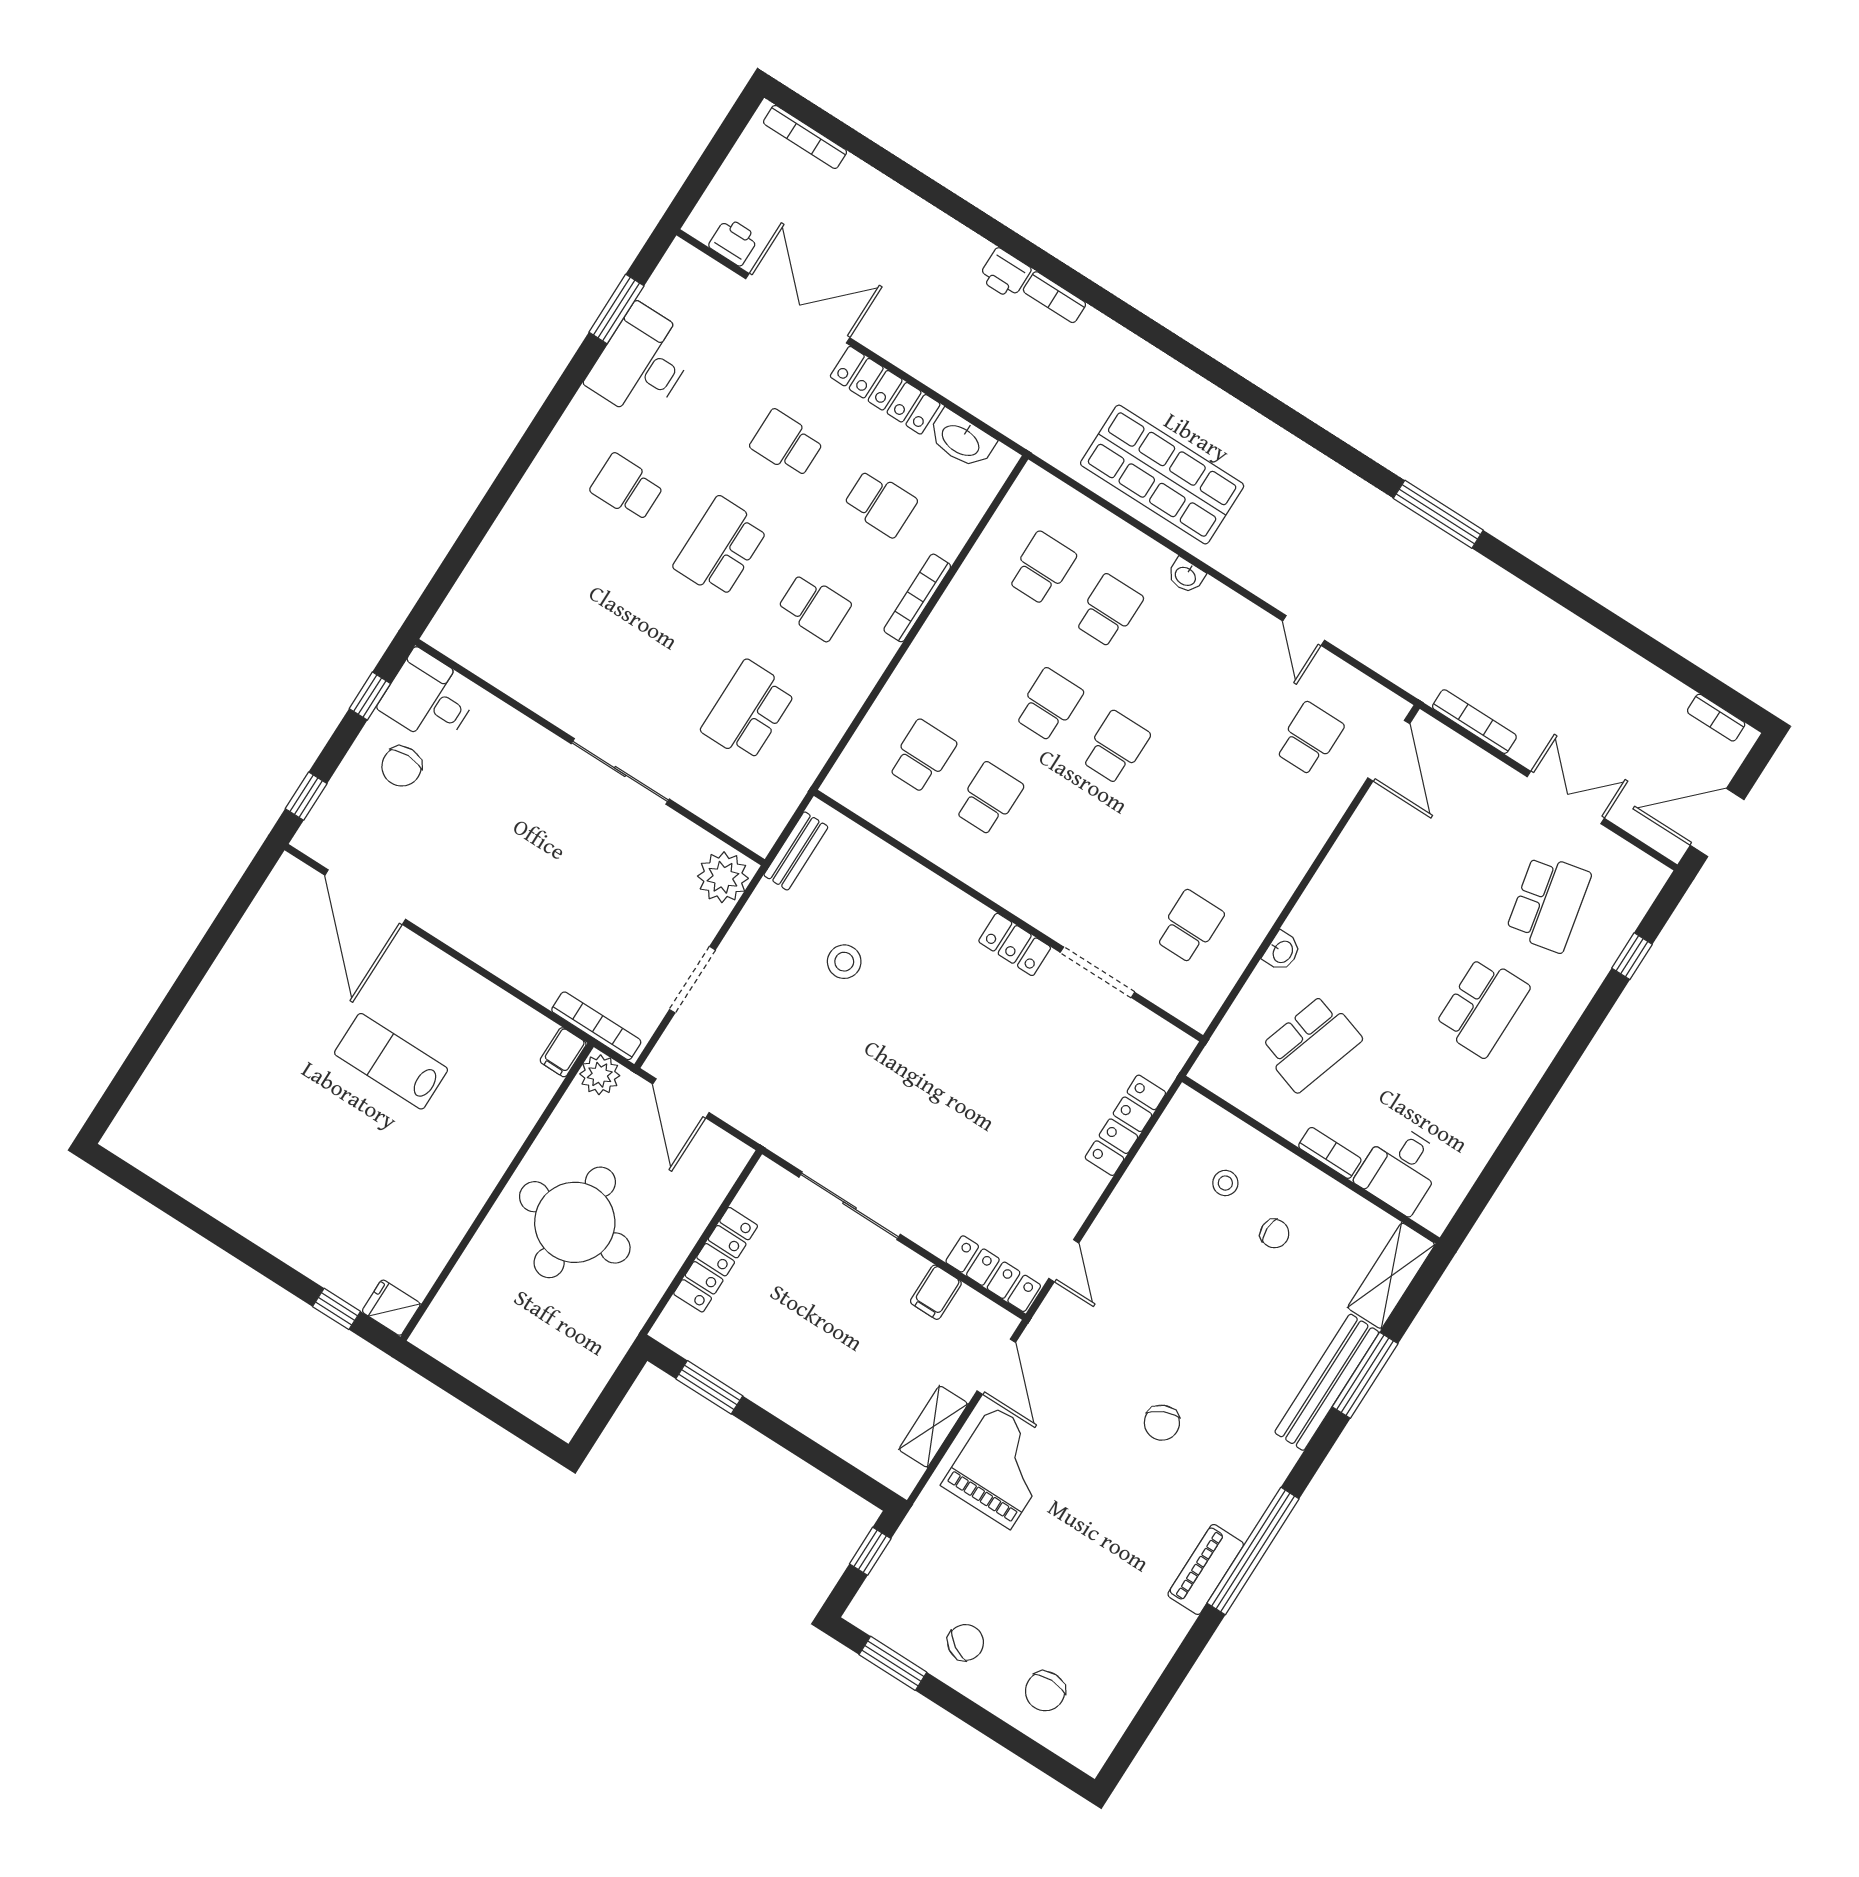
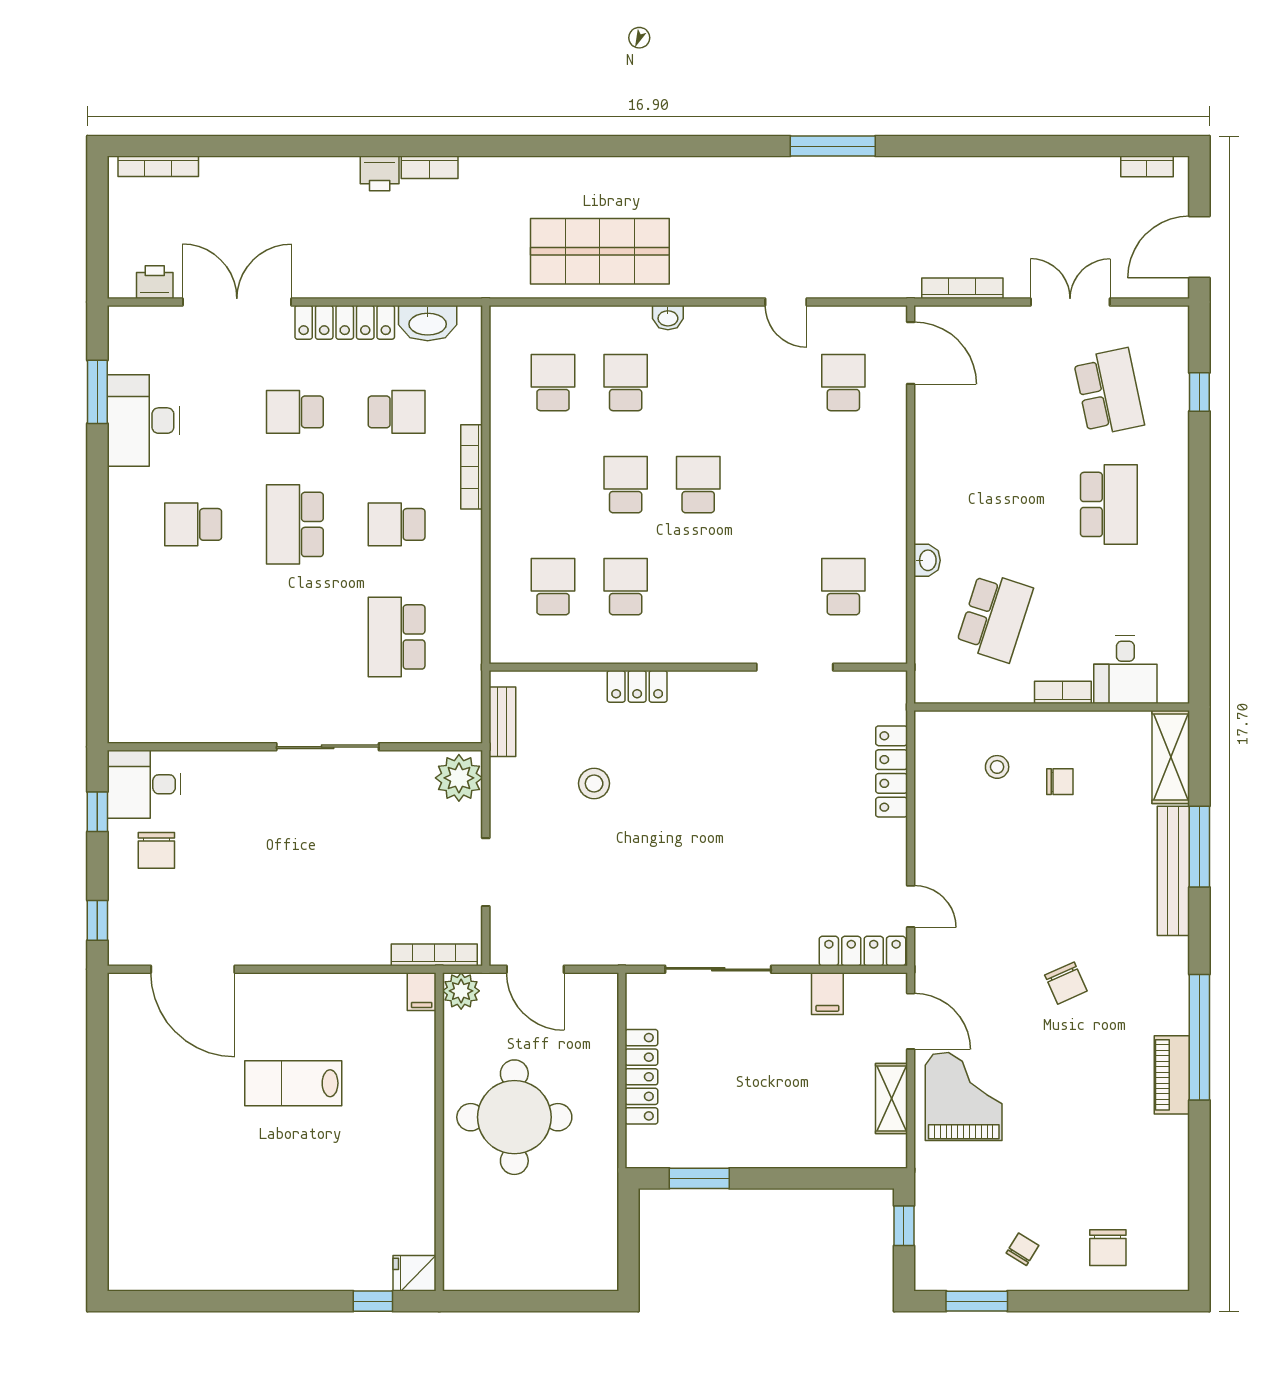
school desk: (814, 607) -> (397, 524), turned 180
locker: (1015, 944) -> (637, 686), moved
chair: (966, 1642) -> (1023, 1249), width x0.73, depth x0.73

